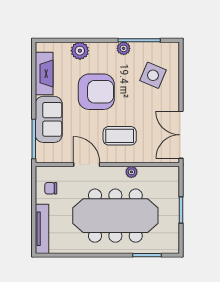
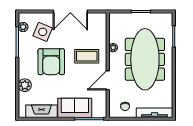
plant: (124, 48) -> (23, 27), moved
armchair: (96, 92) -> (51, 62), moved, turned 180
double door: (181, 135) -> (70, 11), moved
coffee table: (120, 136) -> (87, 56), turned 90

